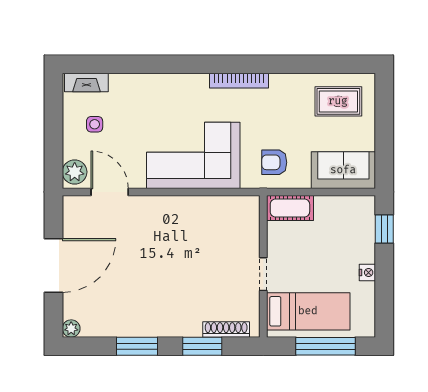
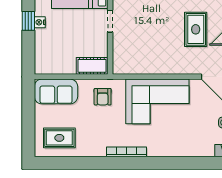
armchair: (274, 162) -> (103, 97), turned 90
window: (384, 229) -> (28, 21), moved
rug: (137, 262) -> (196, 29), added

